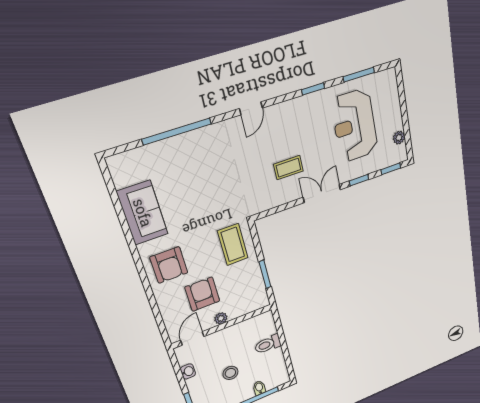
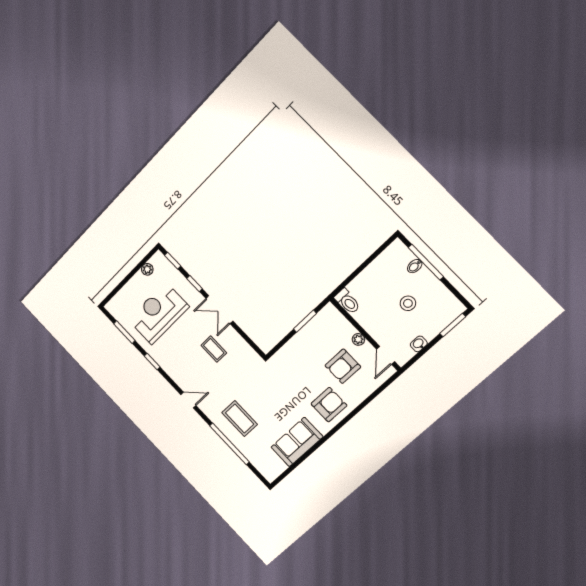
reception desk: (355, 126) -> (158, 313), turned 180
coffee table: (233, 244) -> (240, 419), moved, turned 90
door: (192, 338) -> (386, 355), hinge flipped
toilet: (268, 344) -> (347, 301), moved

